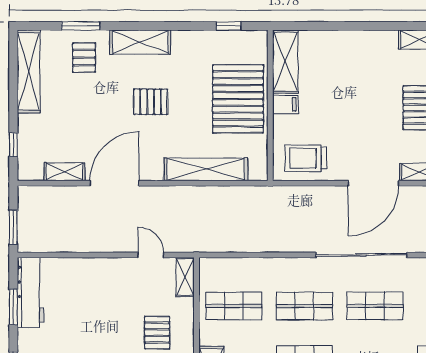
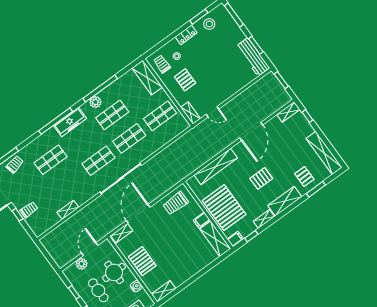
shelving: (191, 38) -> (264, 219), added
filing cabinet: (256, 39) -> (235, 239), added
trolley: (306, 158) -> (176, 203), turned 180
shelving: (64, 172) -> (288, 112), moved

